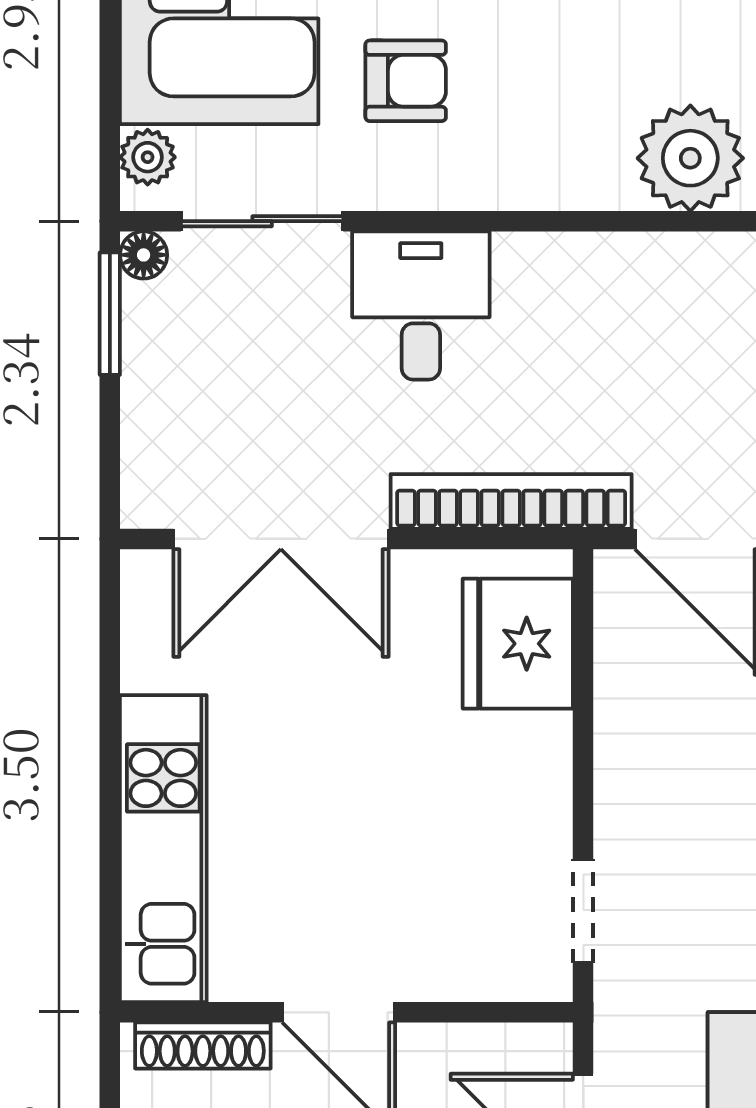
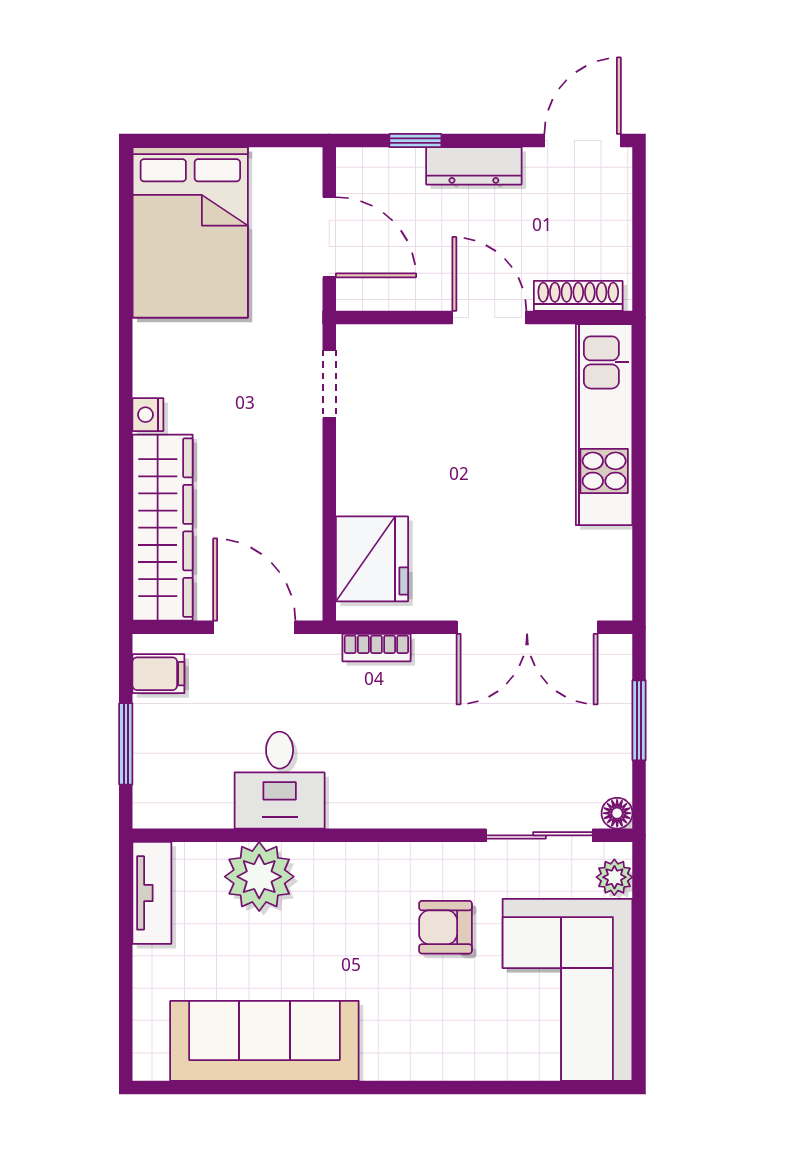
desk: (421, 305) -> (280, 780), moved
window: (110, 314) -> (639, 720), moved
bookcase: (511, 501) -> (376, 648), width x0.43, depth x0.76
double door: (281, 539) -> (527, 627), swing flipped

